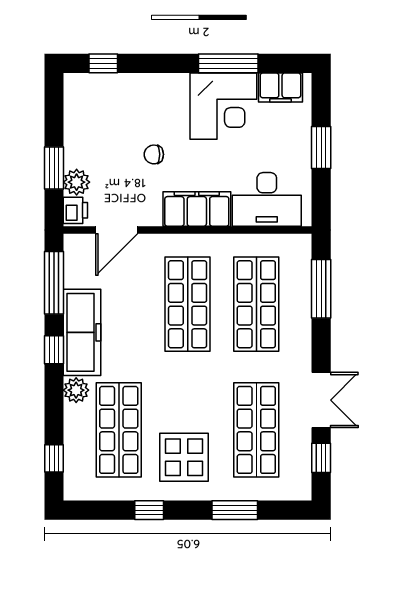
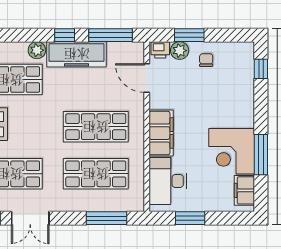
window: (321, 148) -> (190, 218), moved
chair: (154, 154) -> (206, 60), moved

